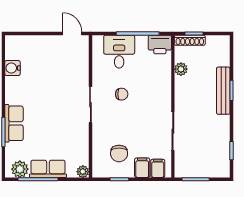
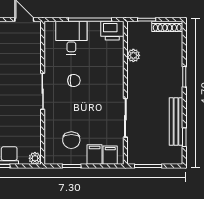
shoe rack: (190, 40) -> (167, 26), moved
bench: (223, 91) -> (176, 121), moved

